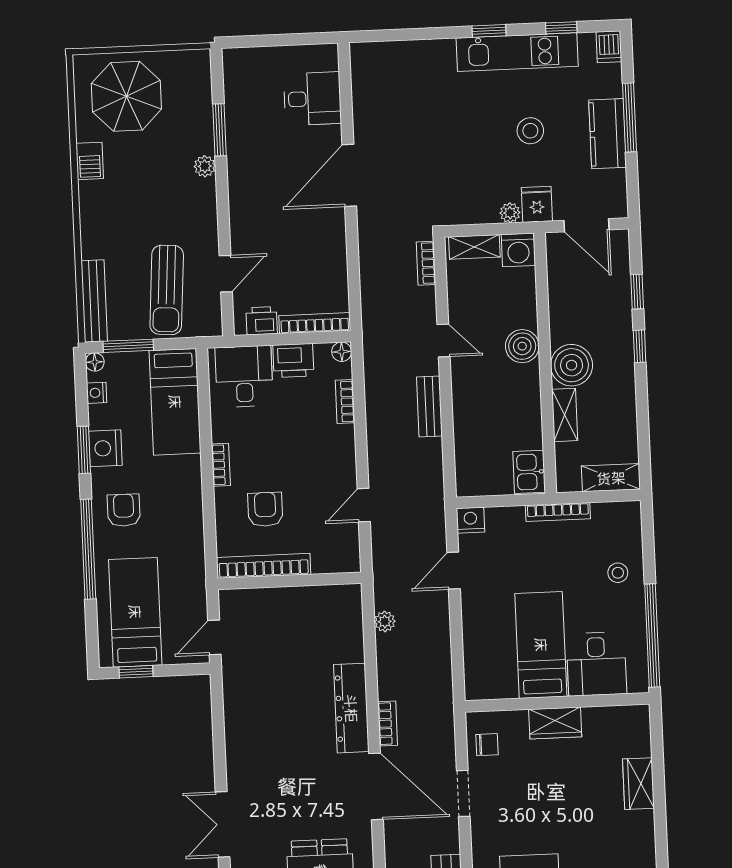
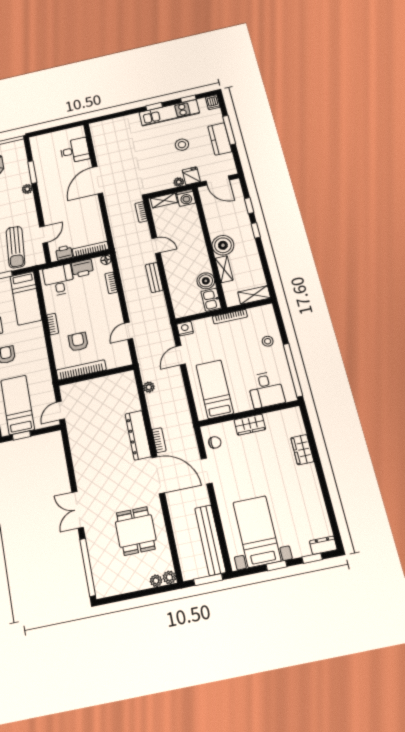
boiler: (522, 346) -> (206, 281), moved
bed: (541, 645) -> (215, 389), moved

